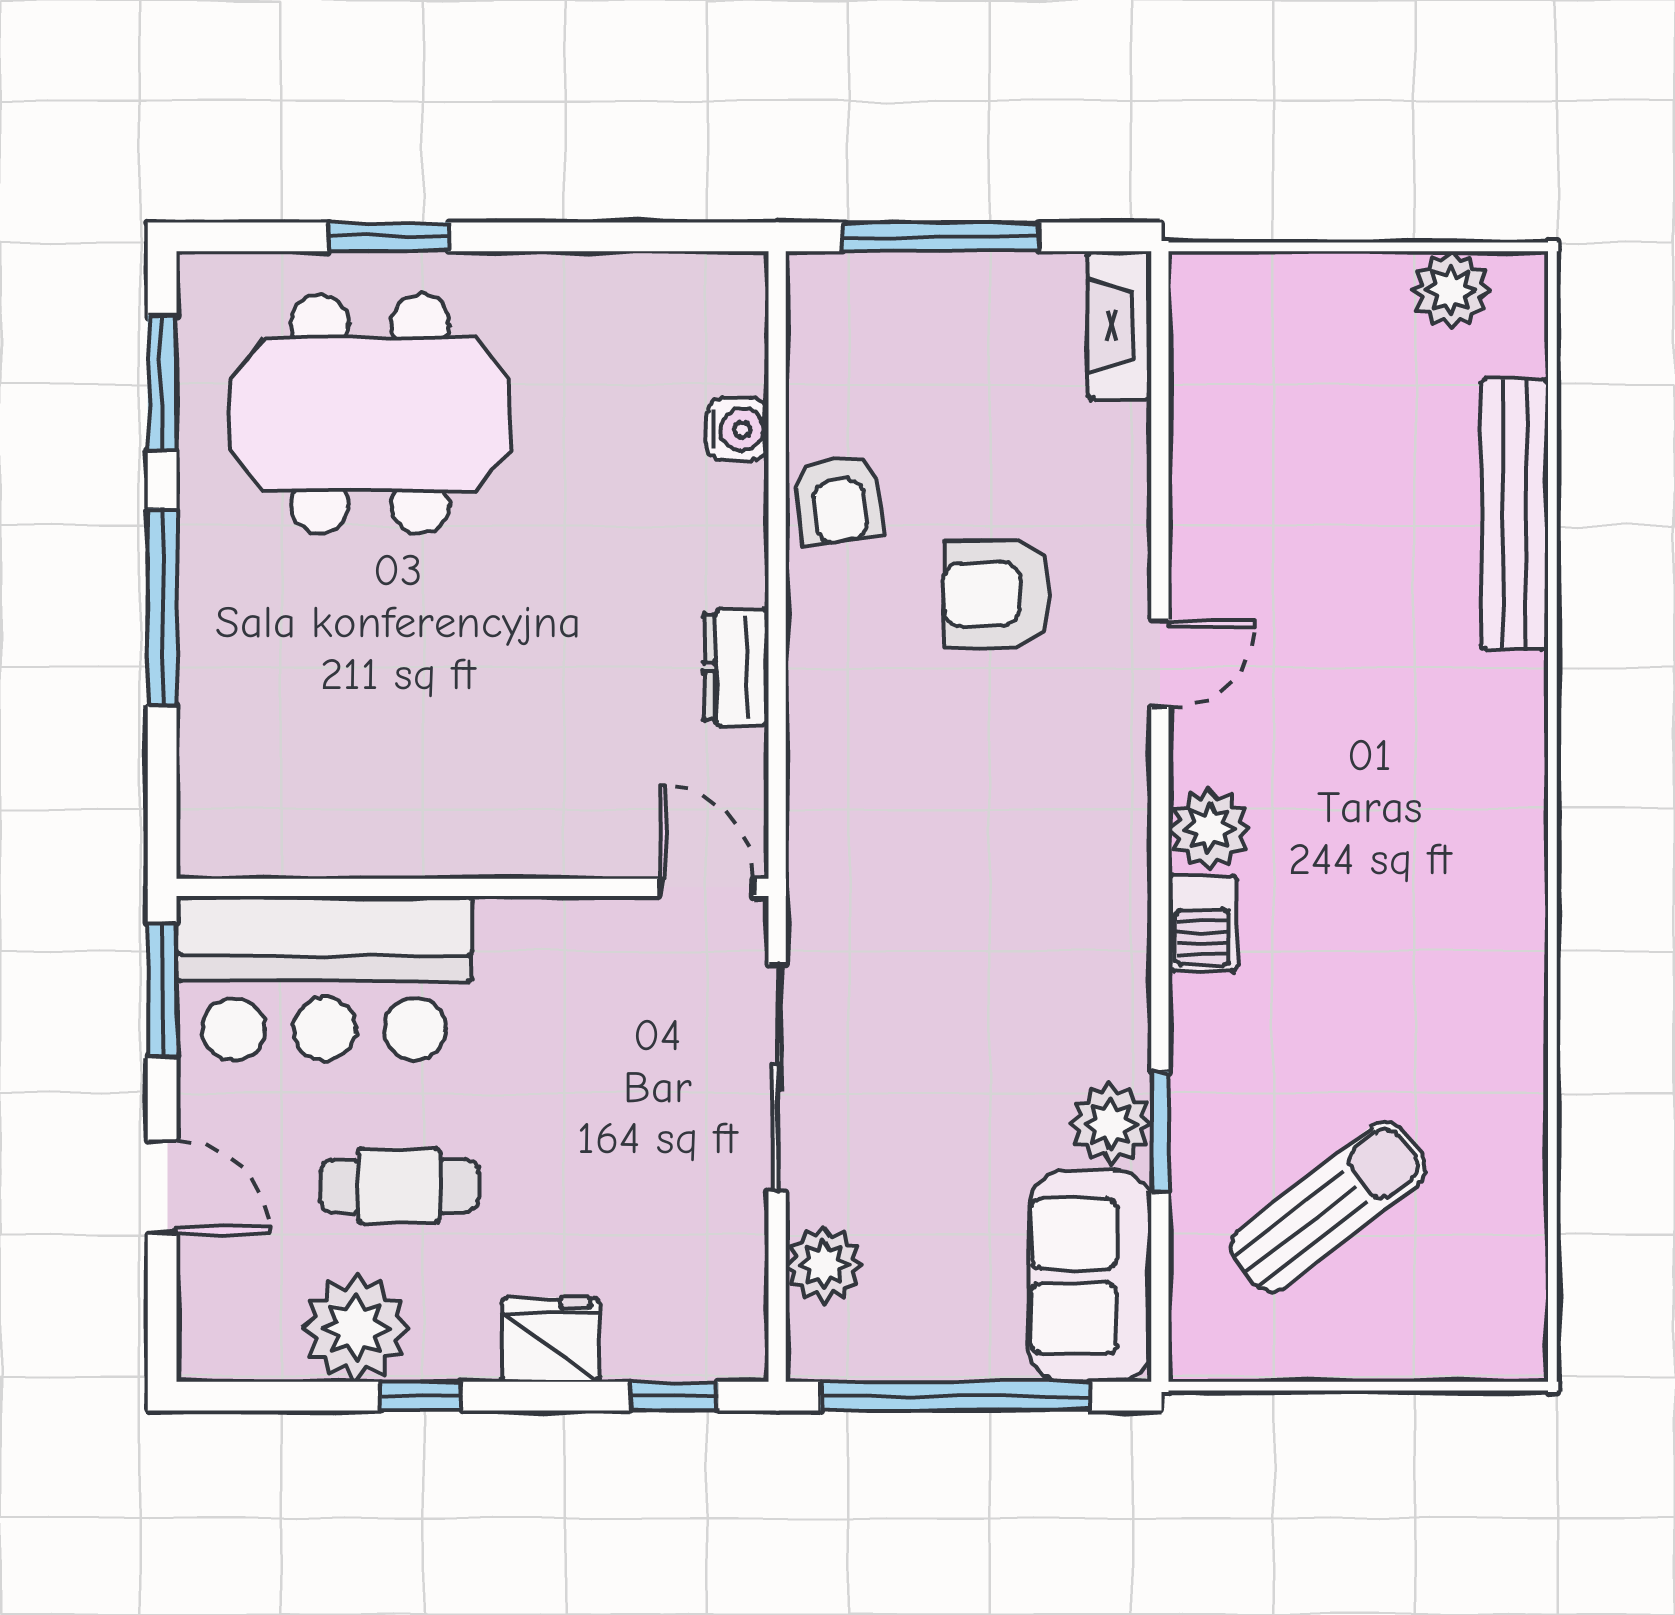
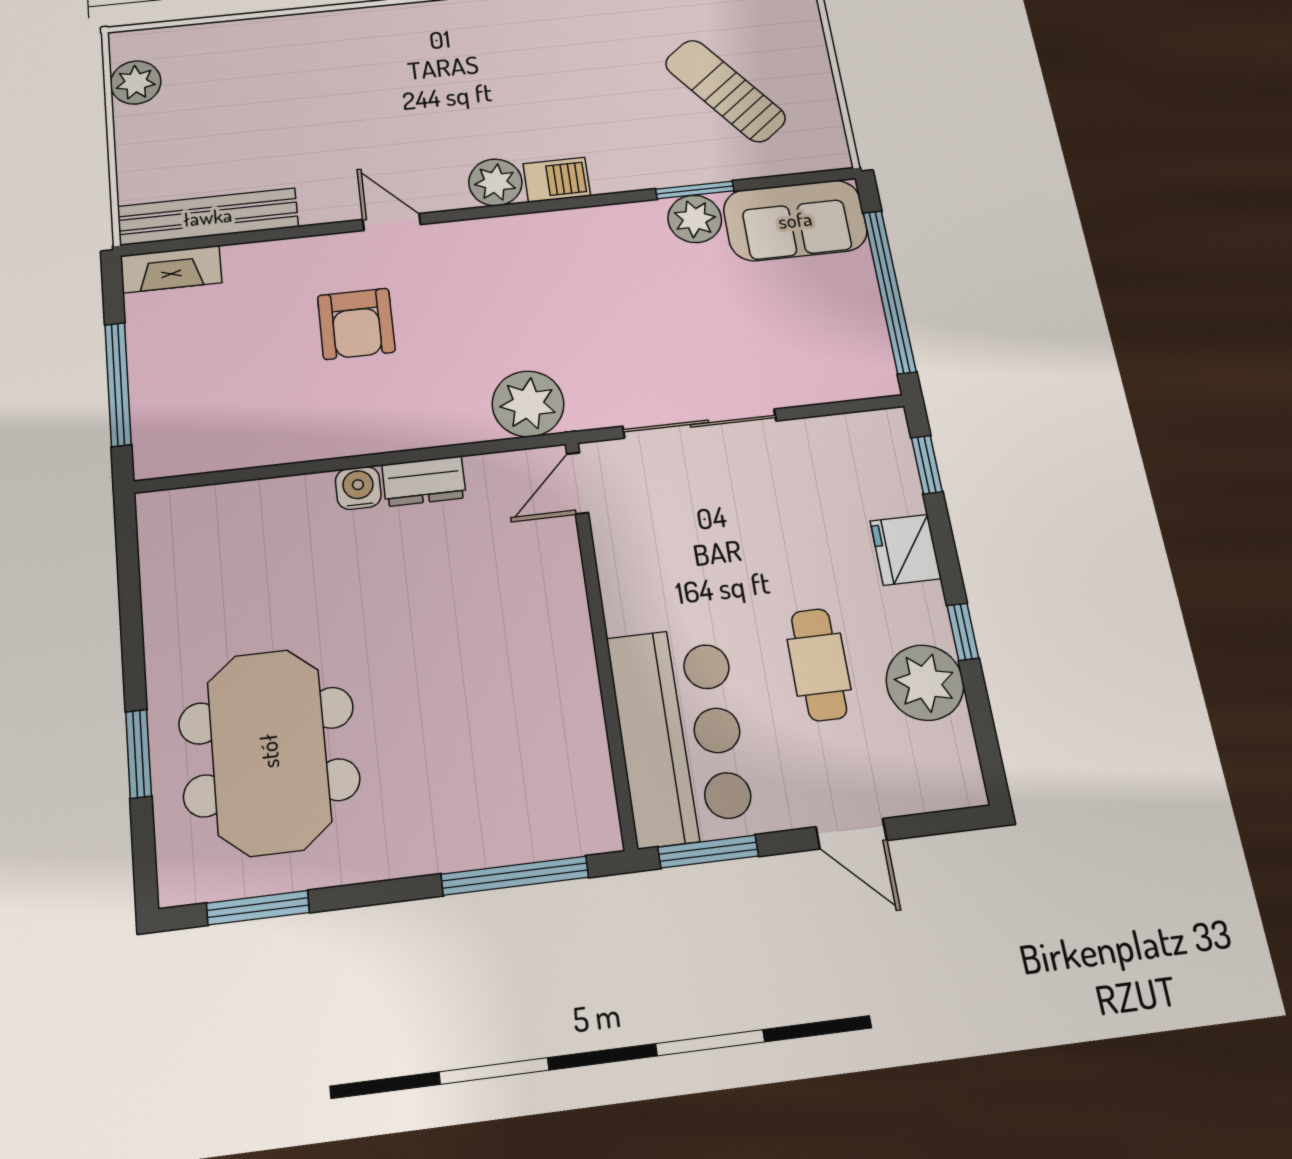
water cooler: (737, 429) -> (358, 488), moved
armchair: (839, 499) -> (302, 428), removed
bench: (1515, 514) -> (208, 217), moved
window: (162, 607) -> (515, 876), moved
door: (162, 1187) -> (851, 834), swing flipped
plant: (824, 1265) -> (528, 404), moved, width x1.36, depth x1.36

